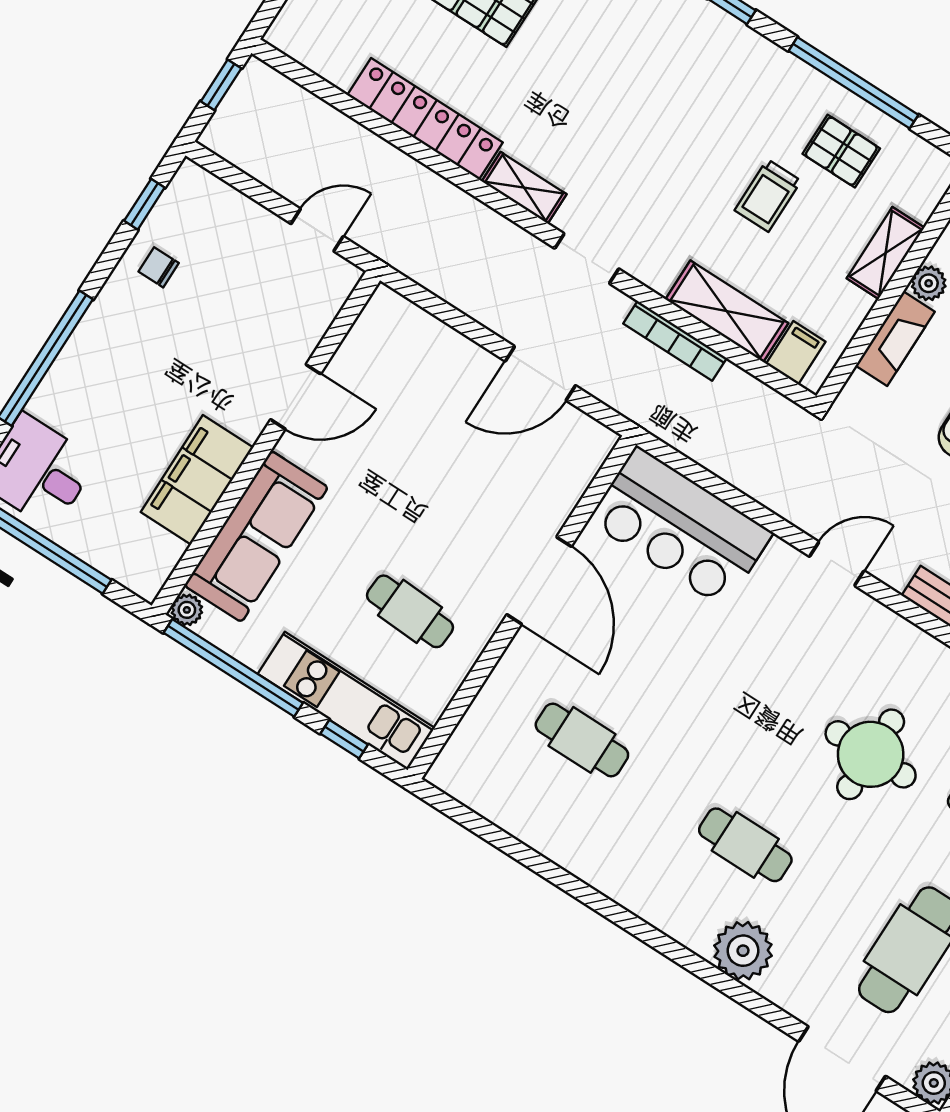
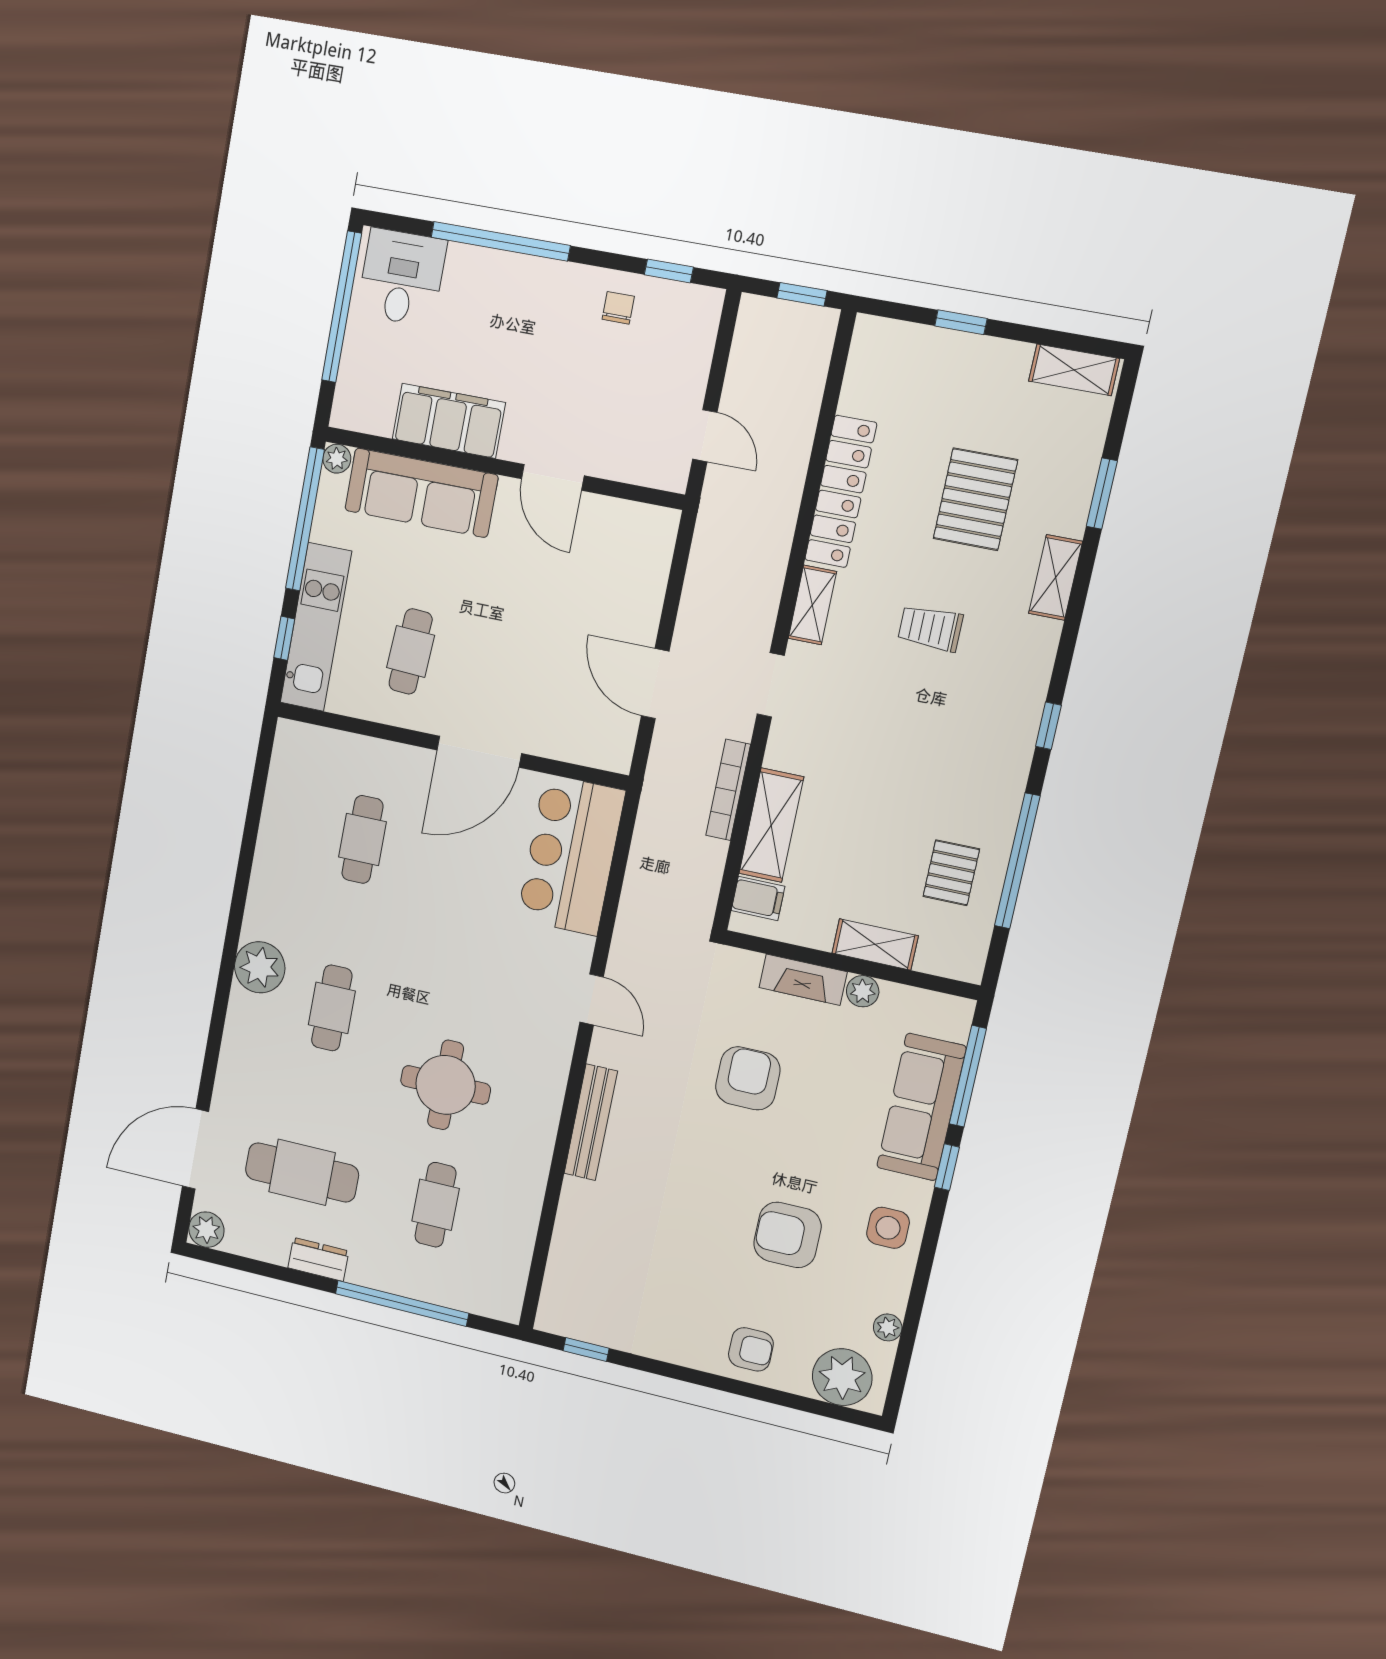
trolley: (768, 196) -> (930, 628), moved
plant: (743, 951) -> (260, 967), moved

